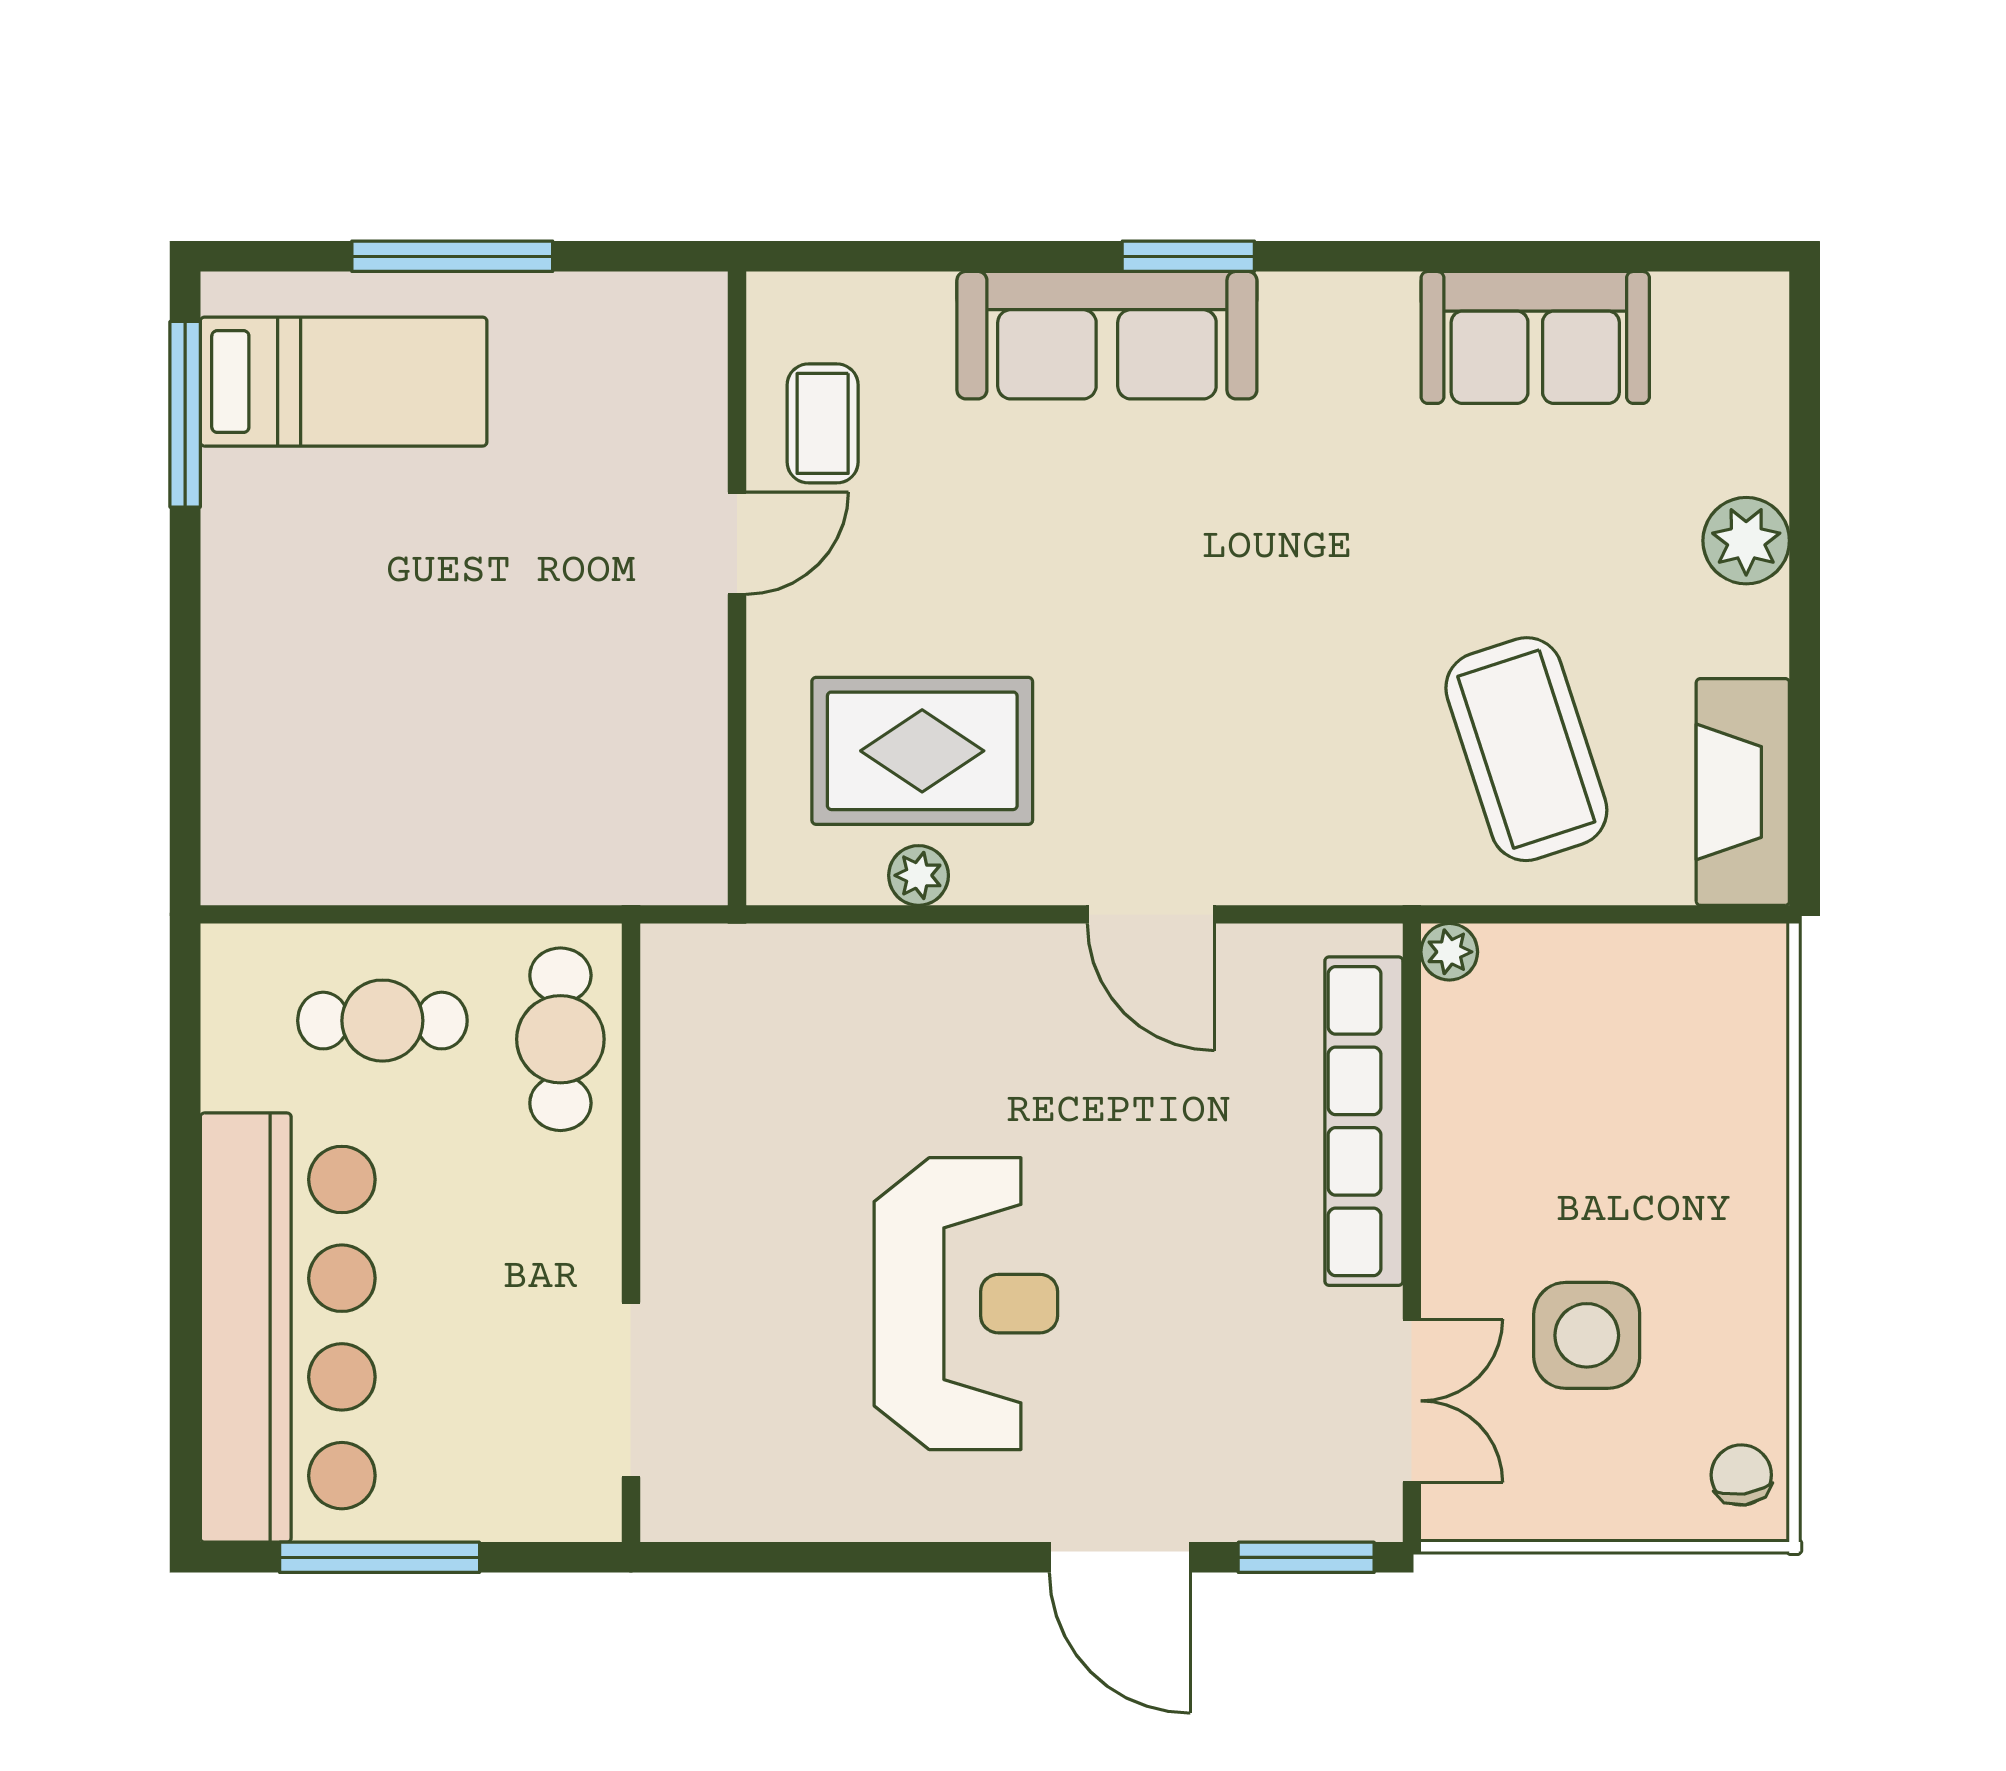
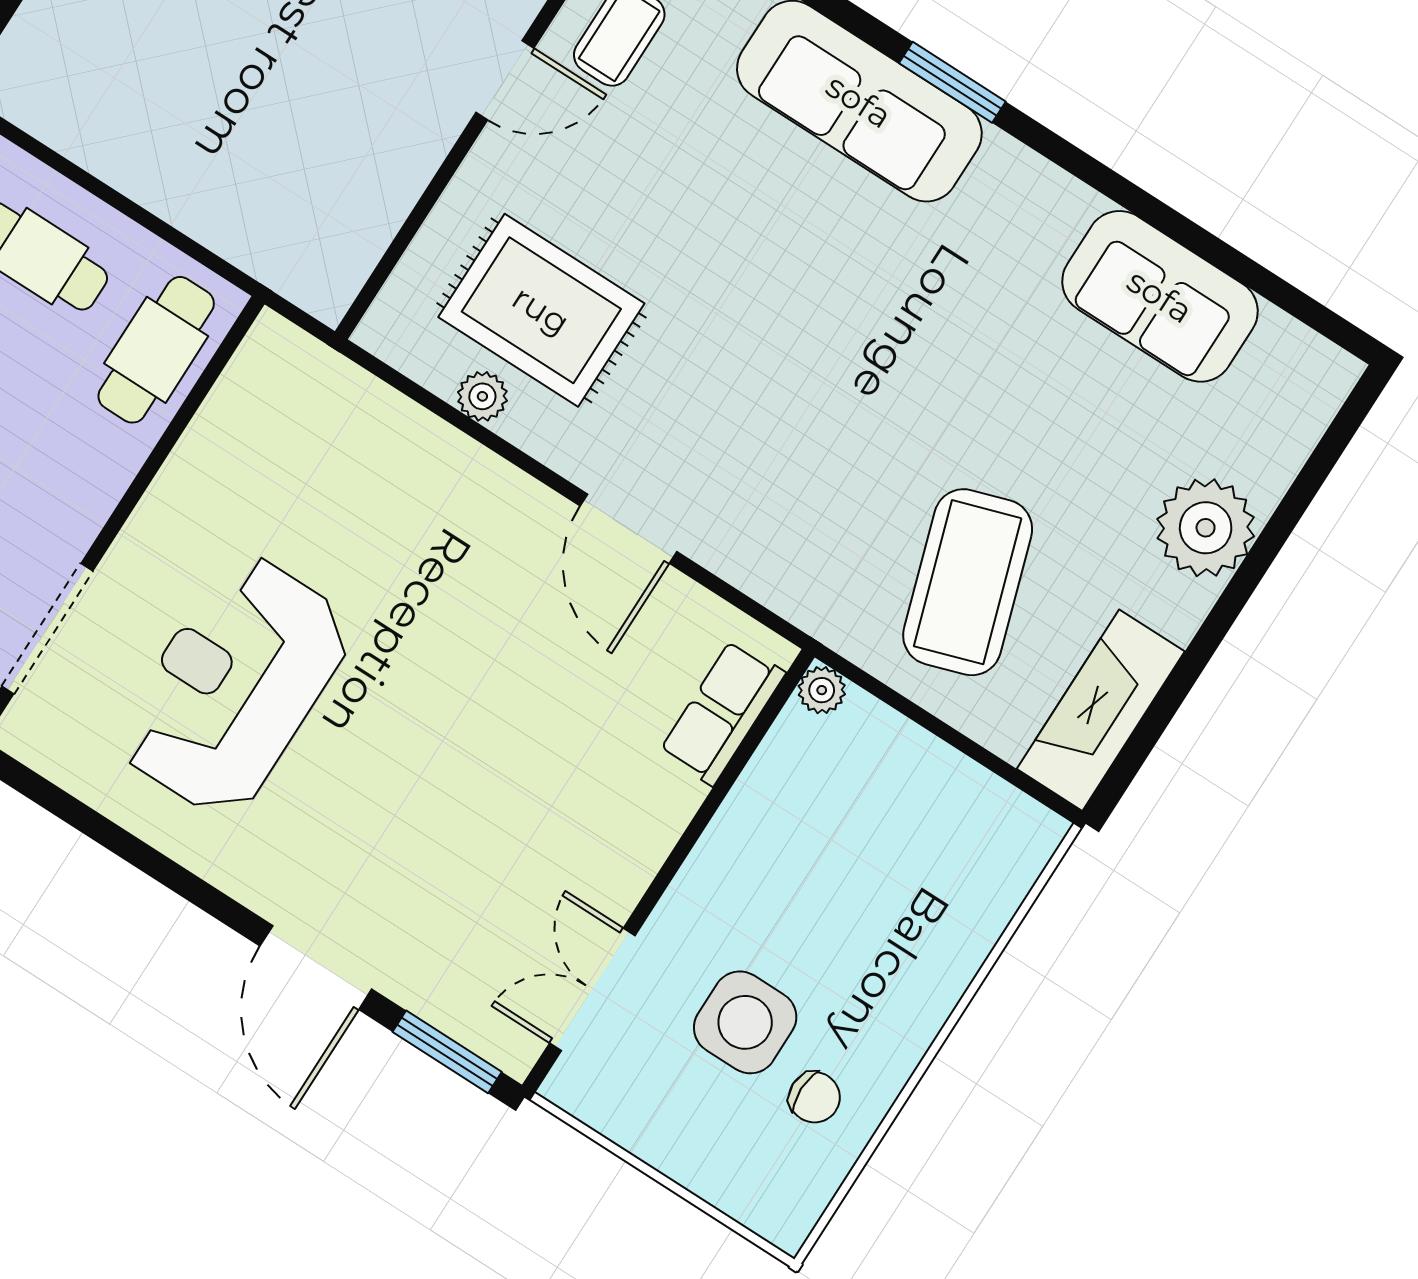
plant: (1746, 541) -> (1206, 528), width x1.36, depth x1.36
row of seats: (1364, 1121) -> (722, 712), width x0.50
reception desk: (966, 1304) -> (234, 685), moved, turned 180
double door: (1412, 1401) -> (592, 989), swing flipped
chair: (1741, 1475) -> (814, 1097), moved, turned 98

